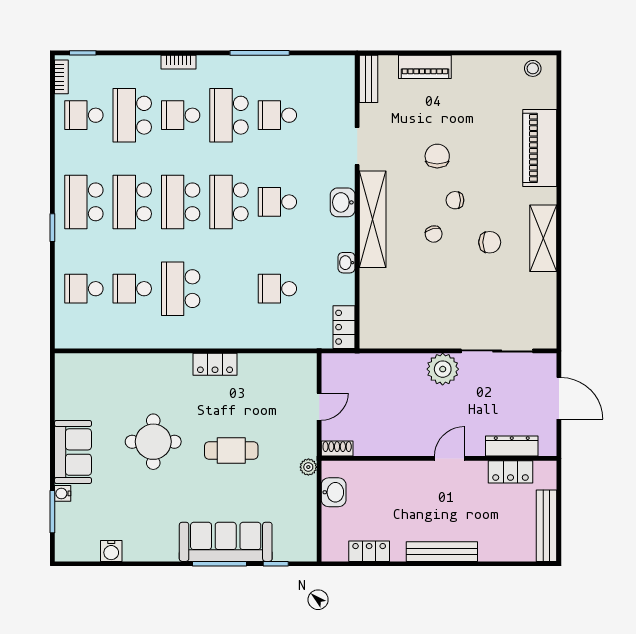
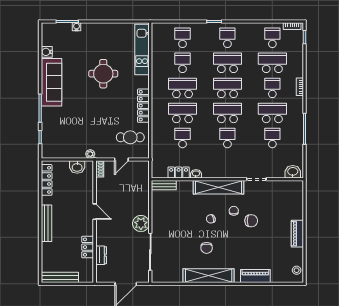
piano: (425, 67) -> (297, 234), moved
bench: (368, 79) -> (164, 185), moved
piano: (540, 148) -> (255, 276), width x0.73, depth x0.75
chair: (455, 200) -> (234, 211), moved
school desk: (84, 202) -> (227, 38), width x0.54
washbasin: (343, 202) -> (293, 172), moved
shelving: (543, 238) -> (209, 276), width x1.47
school desk: (229, 289) -> (183, 113), added
locker: (344, 327) -> (179, 172), moved
locker: (215, 364) -> (143, 106), width x1.53
kitchen unit: (106, 367) -> (142, 49), added
door: (319, 407) -> (121, 160), hinge flipped
dresser: (512, 446) -> (101, 255), width x0.70
cafe table: (231, 451) -> (130, 137), moved, turned 90
sofa: (73, 452) -> (98, 32), removed
door: (449, 458) -> (95, 212), moved
locker: (510, 472) -> (88, 247), moved
sofa: (226, 542) -> (51, 82), moved
locker: (369, 551) -> (47, 180), width x1.53

